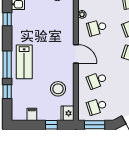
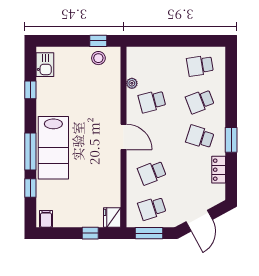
lab bench: (24, 62) -> (53, 148), width x1.36, depth x1.39
stool: (58, 89) -> (99, 184), removed
filing cabinet: (32, 114) -> (46, 219), moved

